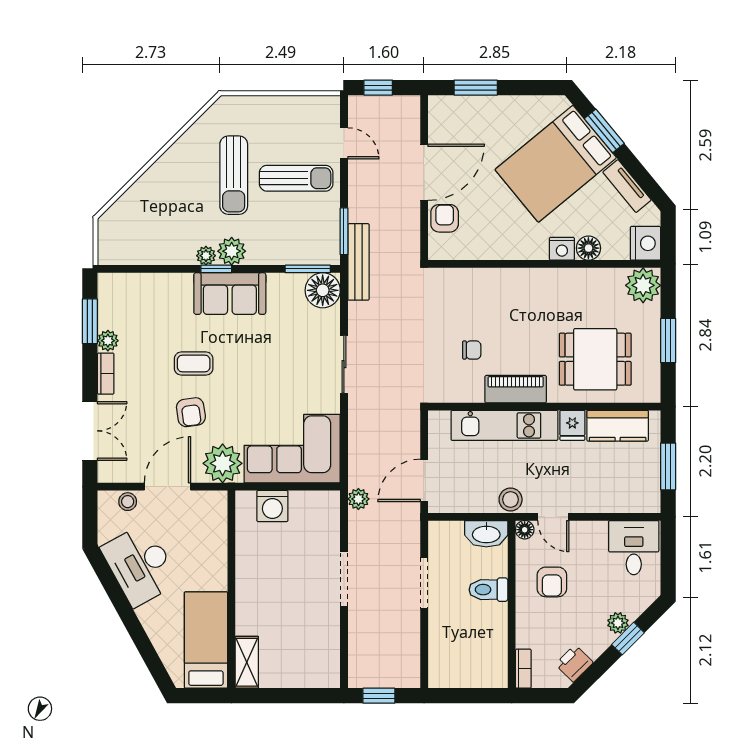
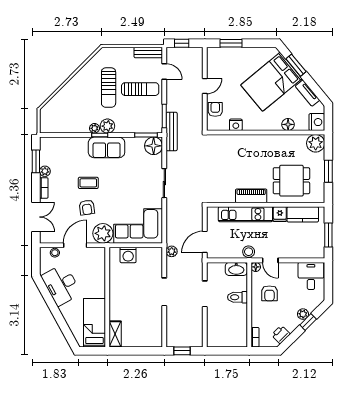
bench: (312, 106) -> (148, 52), added
door: (424, 172) -> (205, 86), width x0.53
nightstand: (562, 249) -> (236, 125), moved
chair: (472, 350) -> (229, 176), removed

